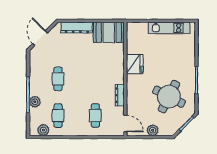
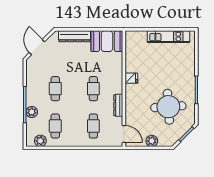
fridge: (135, 64) -> (131, 78), width x0.53, depth x0.75
cafe table: (95, 79) -> (93, 89), added
round table: (169, 97) -> (168, 107), turned -31

